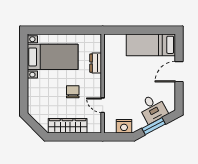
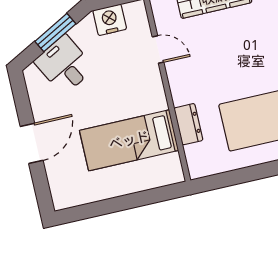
bed: (151, 45) -> (129, 140), moved, turned 180
chair: (73, 92) -> (218, 62), removed

